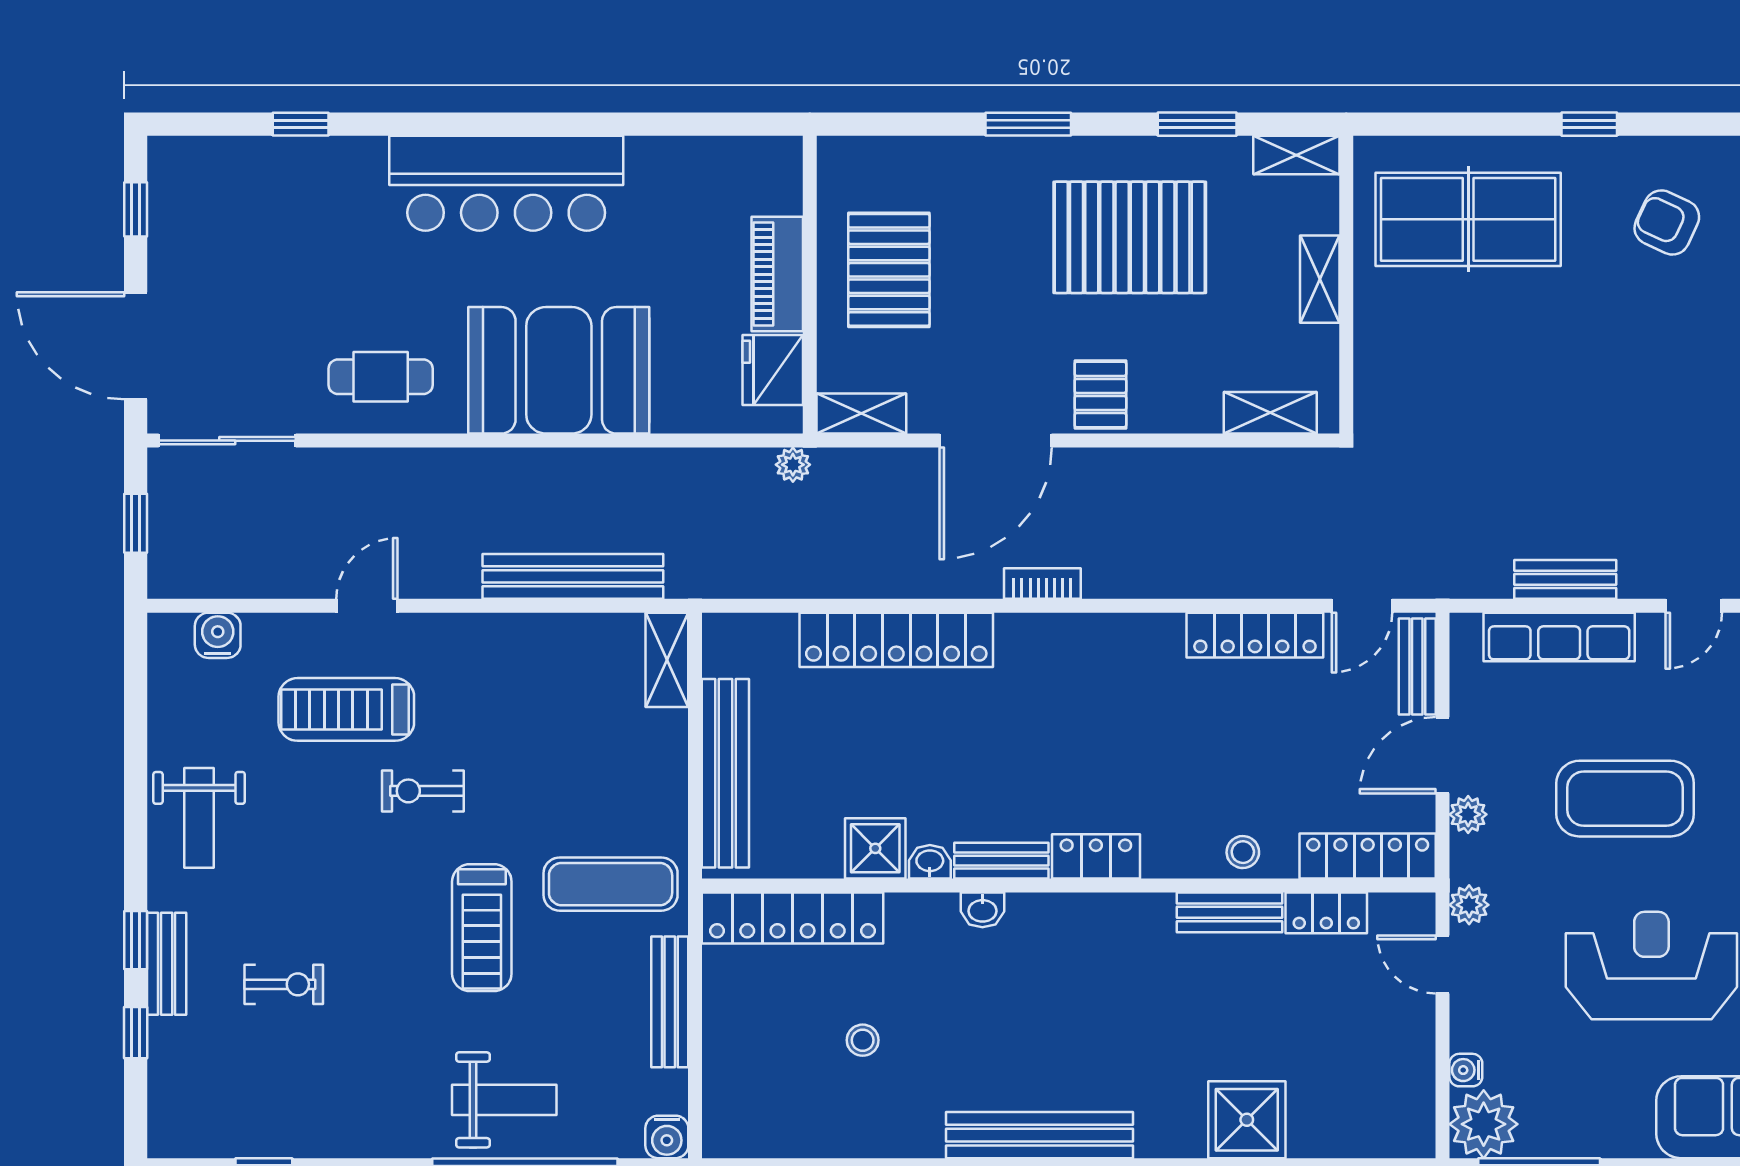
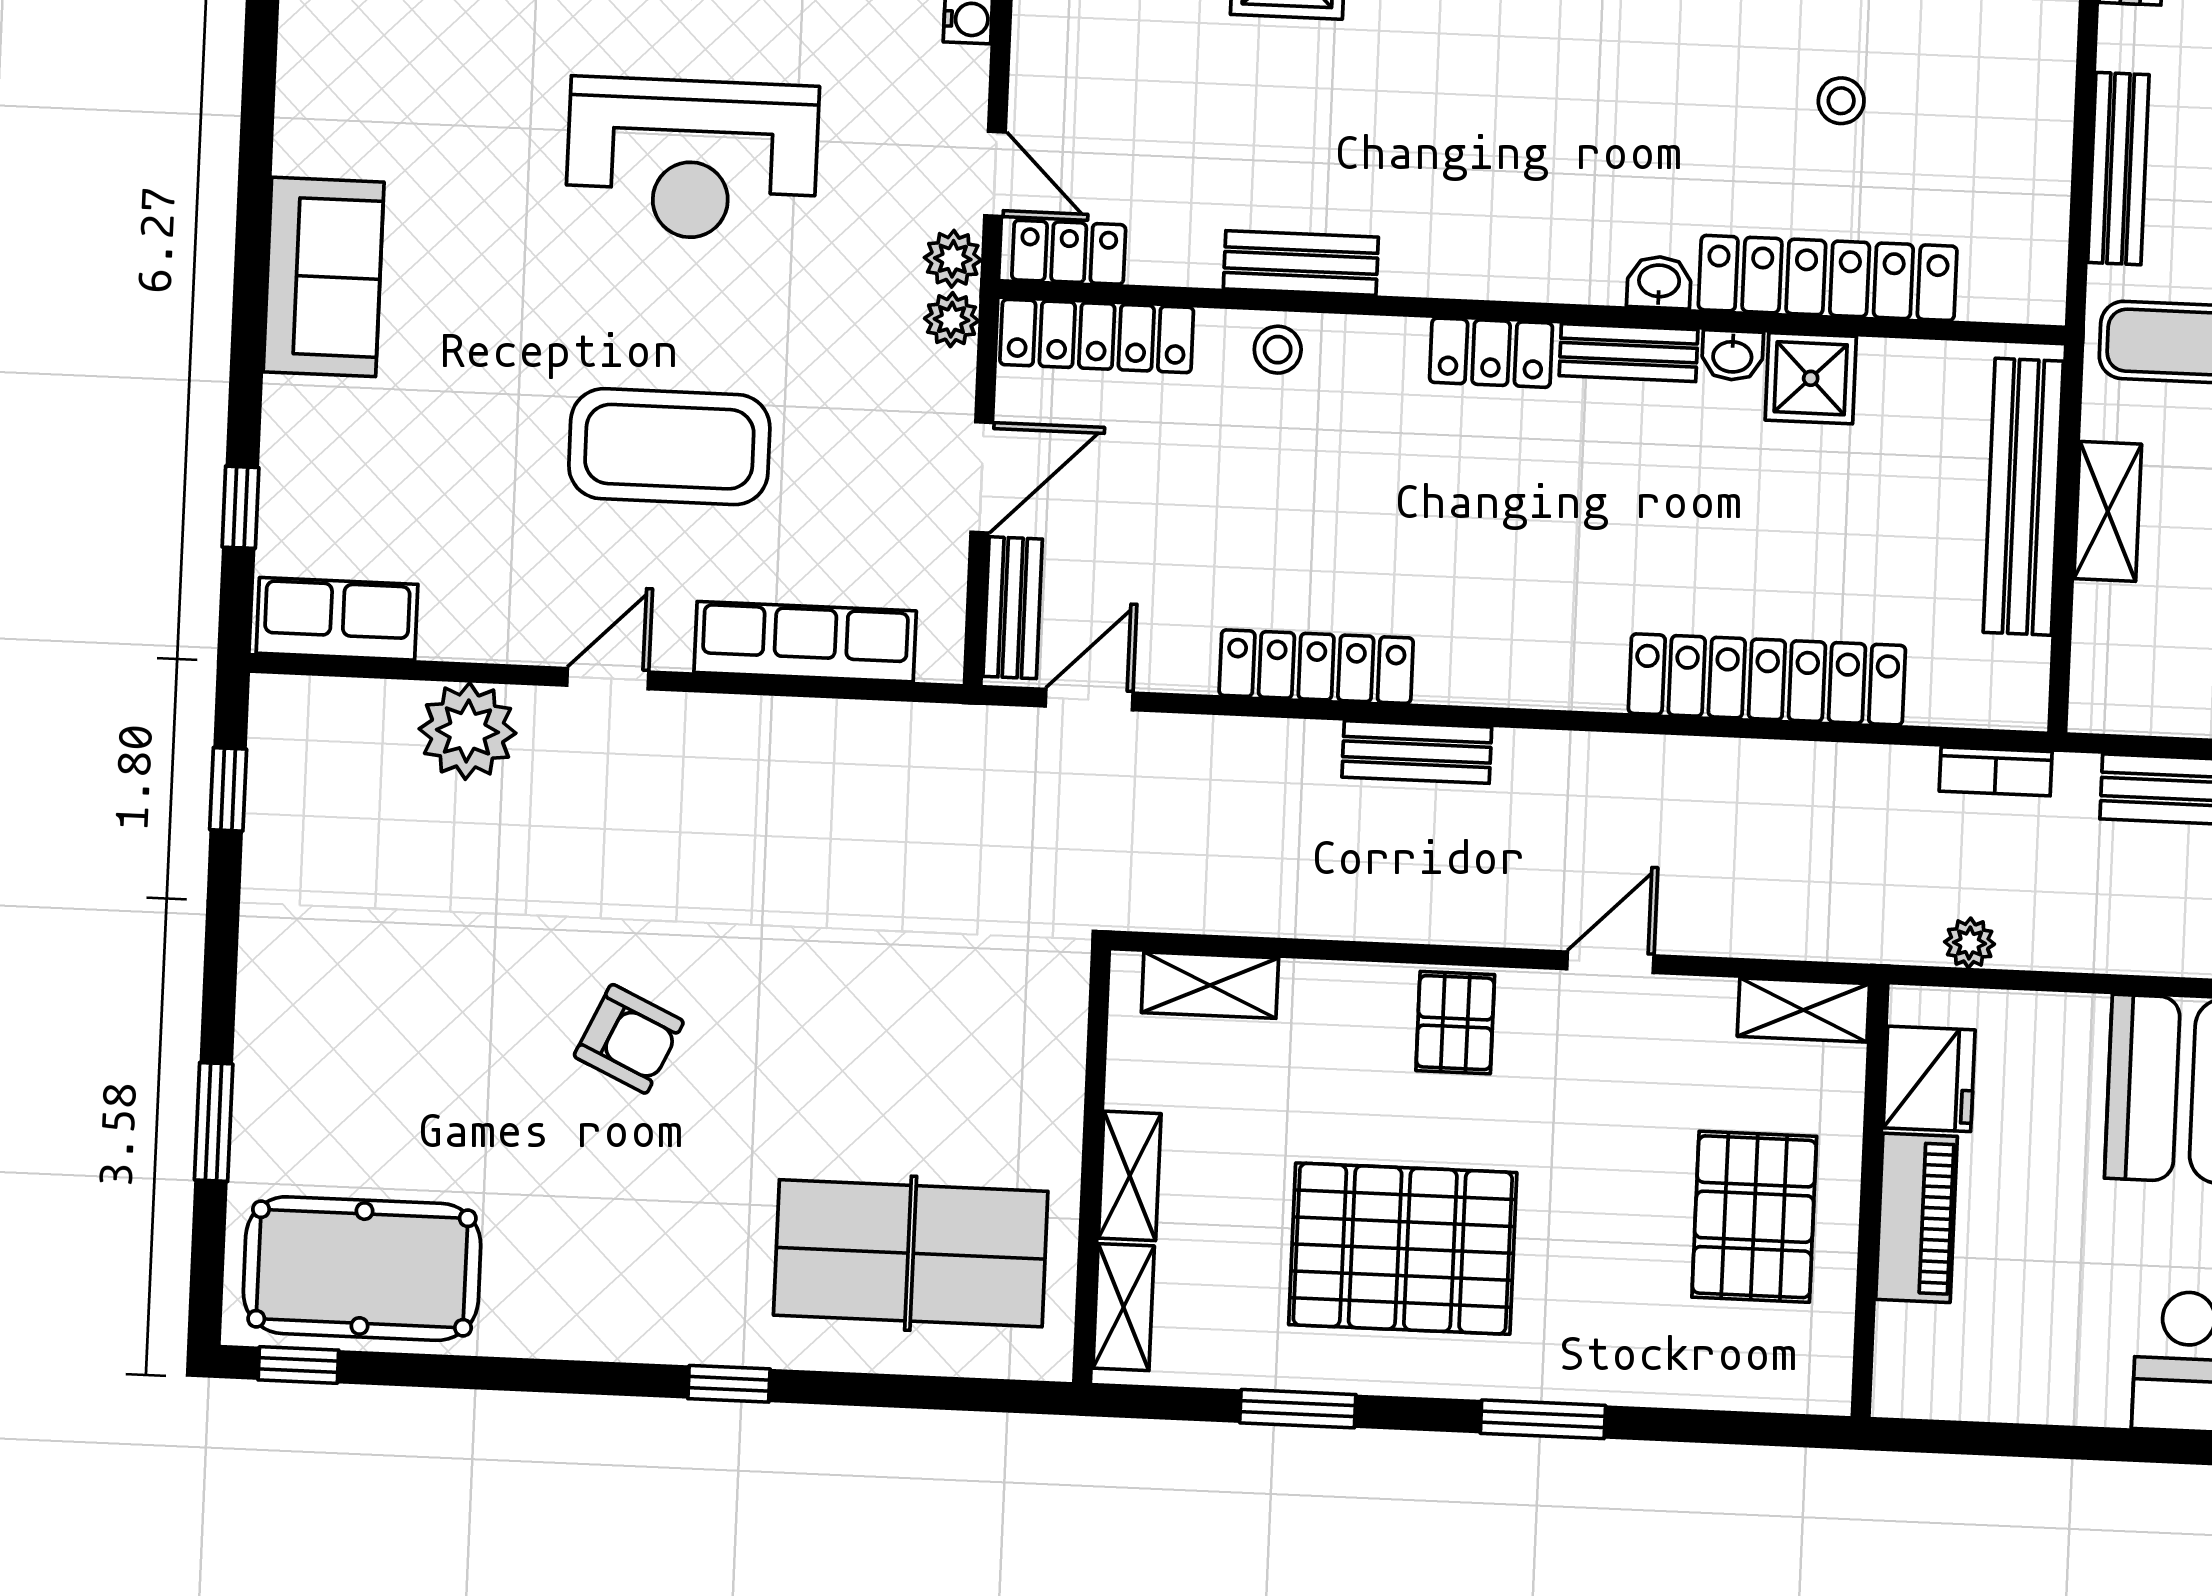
shelving: (1296, 155) -> (1124, 1307), moved, turned 90
armchair: (1667, 222) -> (629, 1039), moved
door: (996, 441) -> (1610, 962), width x0.53
plant: (793, 465) -> (1970, 943), moved
bench: (1565, 579) -> (1417, 752), moved
bookcase: (1042, 583) -> (1996, 771), moved
locker: (1255, 635) -> (1316, 667), moved
shelving: (667, 660) -> (2108, 511), moved
coffee table: (1625, 799) -> (669, 447), moved
plant: (1468, 814) -> (951, 320), moved
locker: (1326, 913) -> (1069, 252), moved
locker: (793, 918) -> (1828, 278), moved

